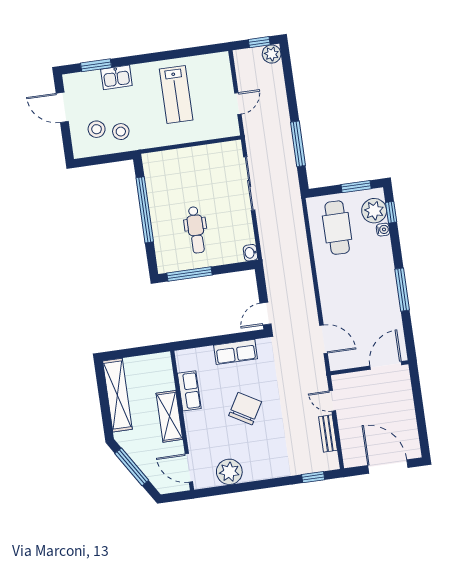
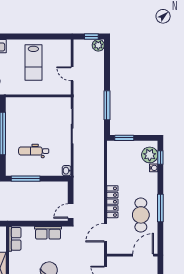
door: (238, 104) -> (72, 74), swing flipped
window: (356, 187) -> (124, 138), moved
cafe table: (337, 228) -> (141, 215), moved
dental chair: (196, 230) -> (34, 151), turned 90
locker: (327, 290) -> (112, 202), added
door: (324, 339) -> (106, 233), swing flipped
row of seats: (189, 391) -> (15, 239), moved

